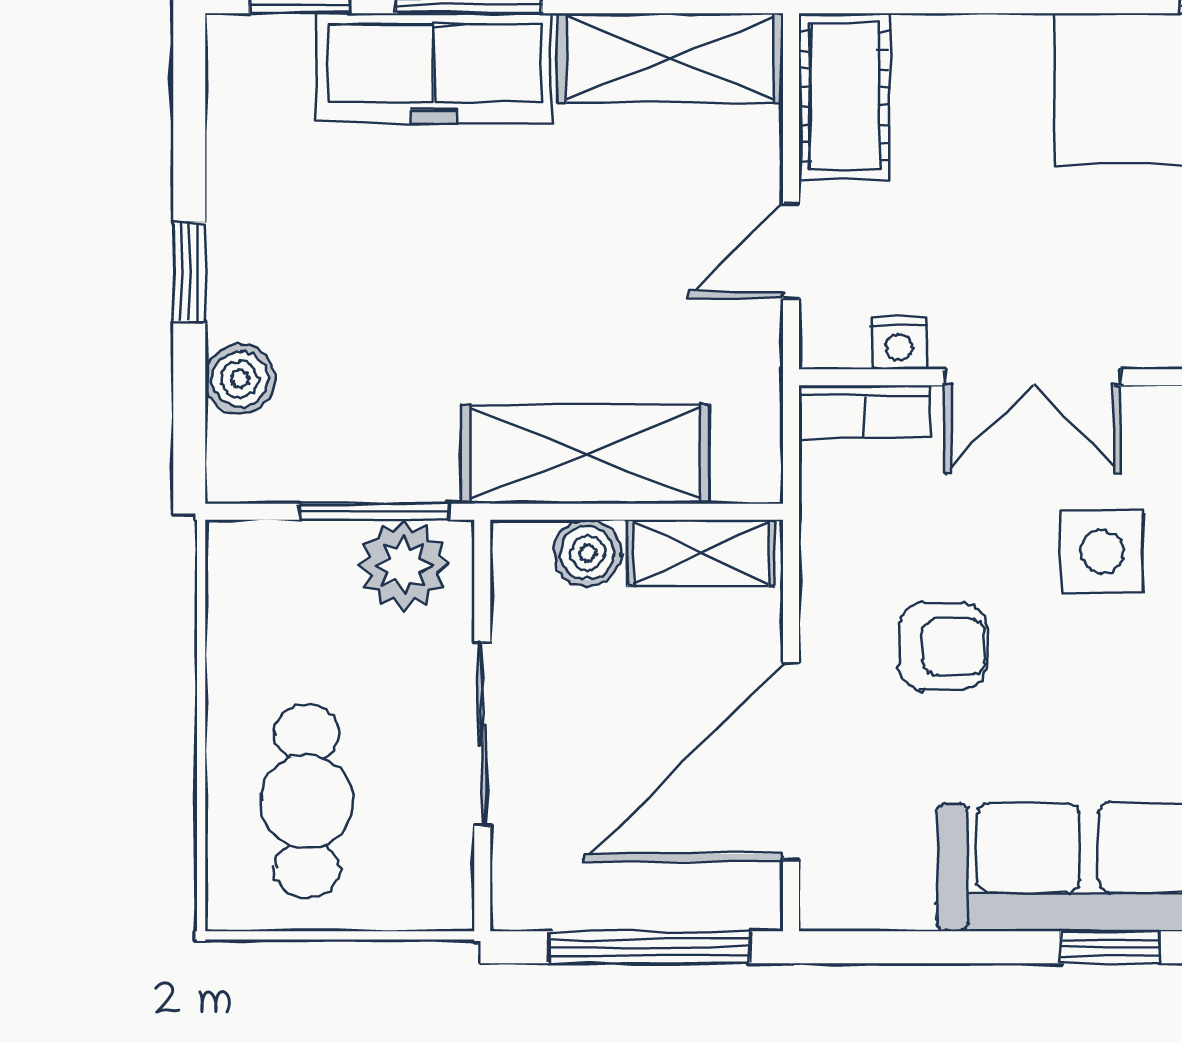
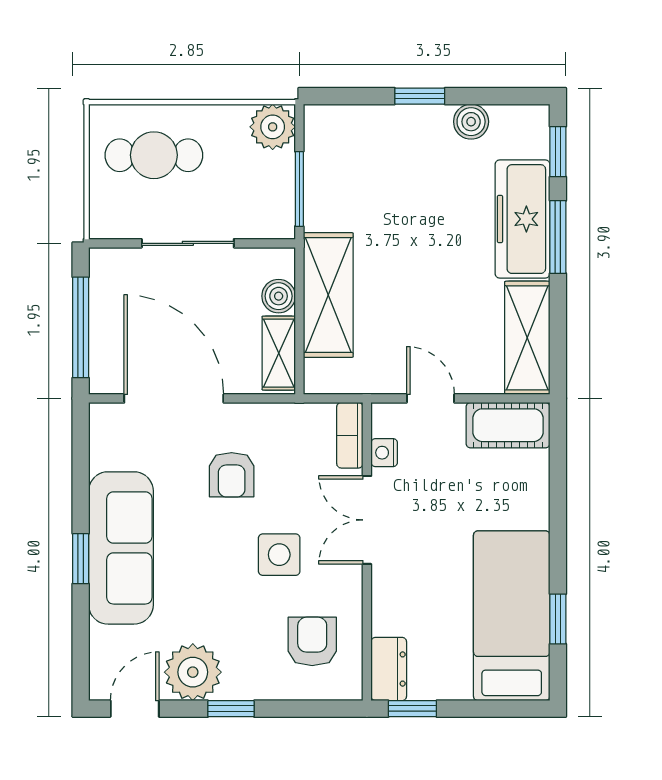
boiler: (240, 379) -> (471, 122), moved
plant: (404, 565) -> (273, 127), moved

